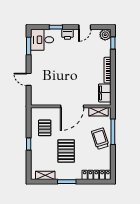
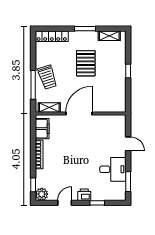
desk: (42, 40) -> (113, 169), moved
pallet: (45, 128) -> (110, 89), removed

